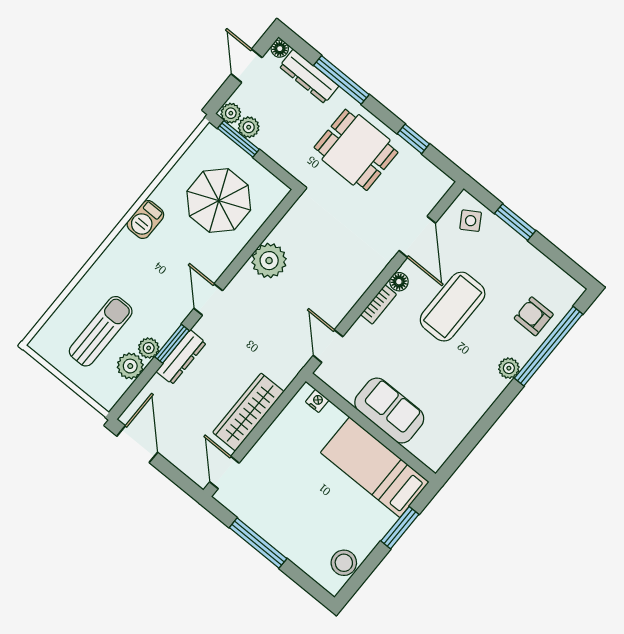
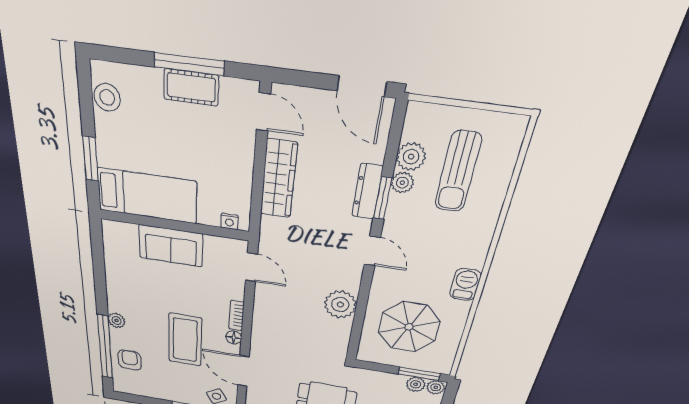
armchair: (534, 316) -> (130, 360), turned -90
cot: (269, 526) -> (191, 87), added

